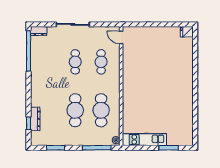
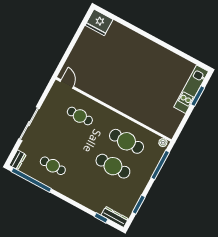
fridge: (187, 32) -> (99, 22), width x1.88, depth x1.34
door: (121, 37) -> (67, 84), swing flipped
cafe table: (75, 62) -> (53, 166), moved
dresser: (35, 119) -> (115, 217), moved
kitchen unit: (144, 139) -> (191, 89), moved

